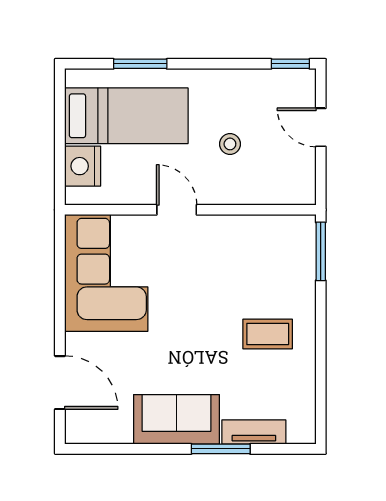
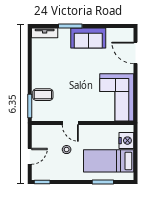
door: (321, 127) -> (30, 156), hinge flipped
door: (177, 210) -> (70, 123), moved
coffee table: (268, 334) -> (43, 95), moved
tv unit: (254, 432) -> (45, 33), moved

